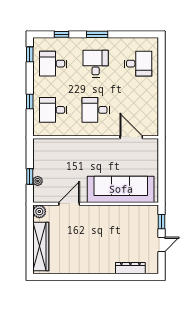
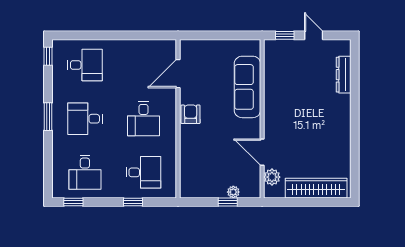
window: (62, 34) -> (48, 56), moved
desk: (138, 64) -> (85, 65), turned 90
desk: (53, 110) -> (143, 172), turned -90
armchair: (99, 147) -> (191, 114), added
sofa: (121, 189) -> (247, 87), width x0.74, depth x0.79
plant: (39, 212) -> (272, 177), moved

